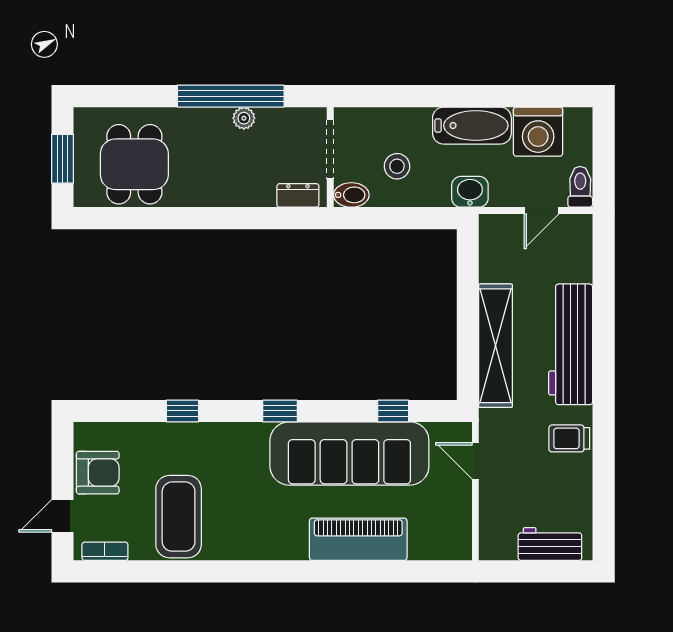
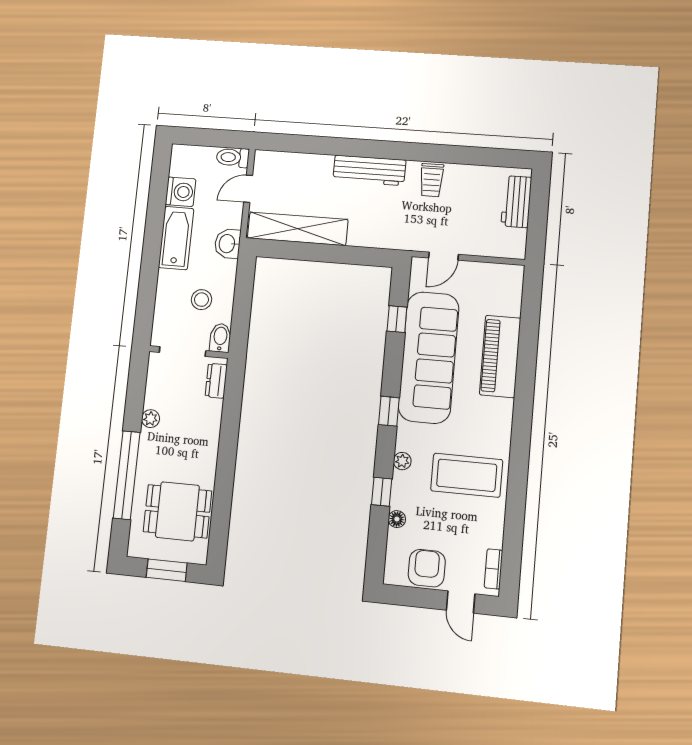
window: (231, 96) -> (127, 475), moved
washing machine: (538, 132) -> (181, 192), width x0.73, depth x0.73
door: (541, 211) -> (248, 189), swing flipped
workbench: (571, 344) -> (369, 170), width x0.73, depth x0.76
shelving: (496, 346) -> (298, 229), moved
floor lamp: (152, 432) -> (397, 519), added
plant: (222, 432) -> (402, 461), added
coffee table: (179, 517) -> (467, 475), moved

